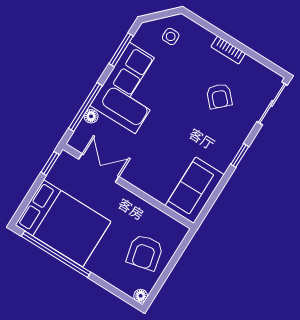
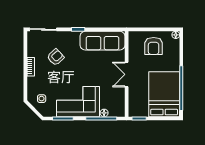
double door: (99, 168) -> (127, 74), moved
sofa: (195, 190) -> (102, 41), width x1.36
armchair: (145, 252) -> (154, 46), turned 103

